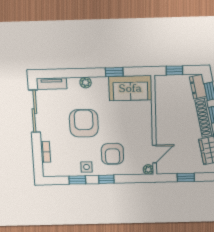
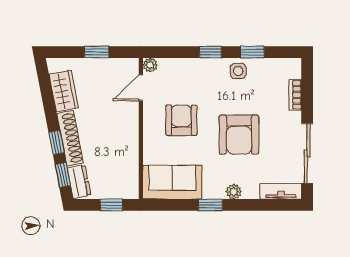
window: (114, 72) -> (211, 205), moved
armchair: (112, 154) -> (181, 120), moved

